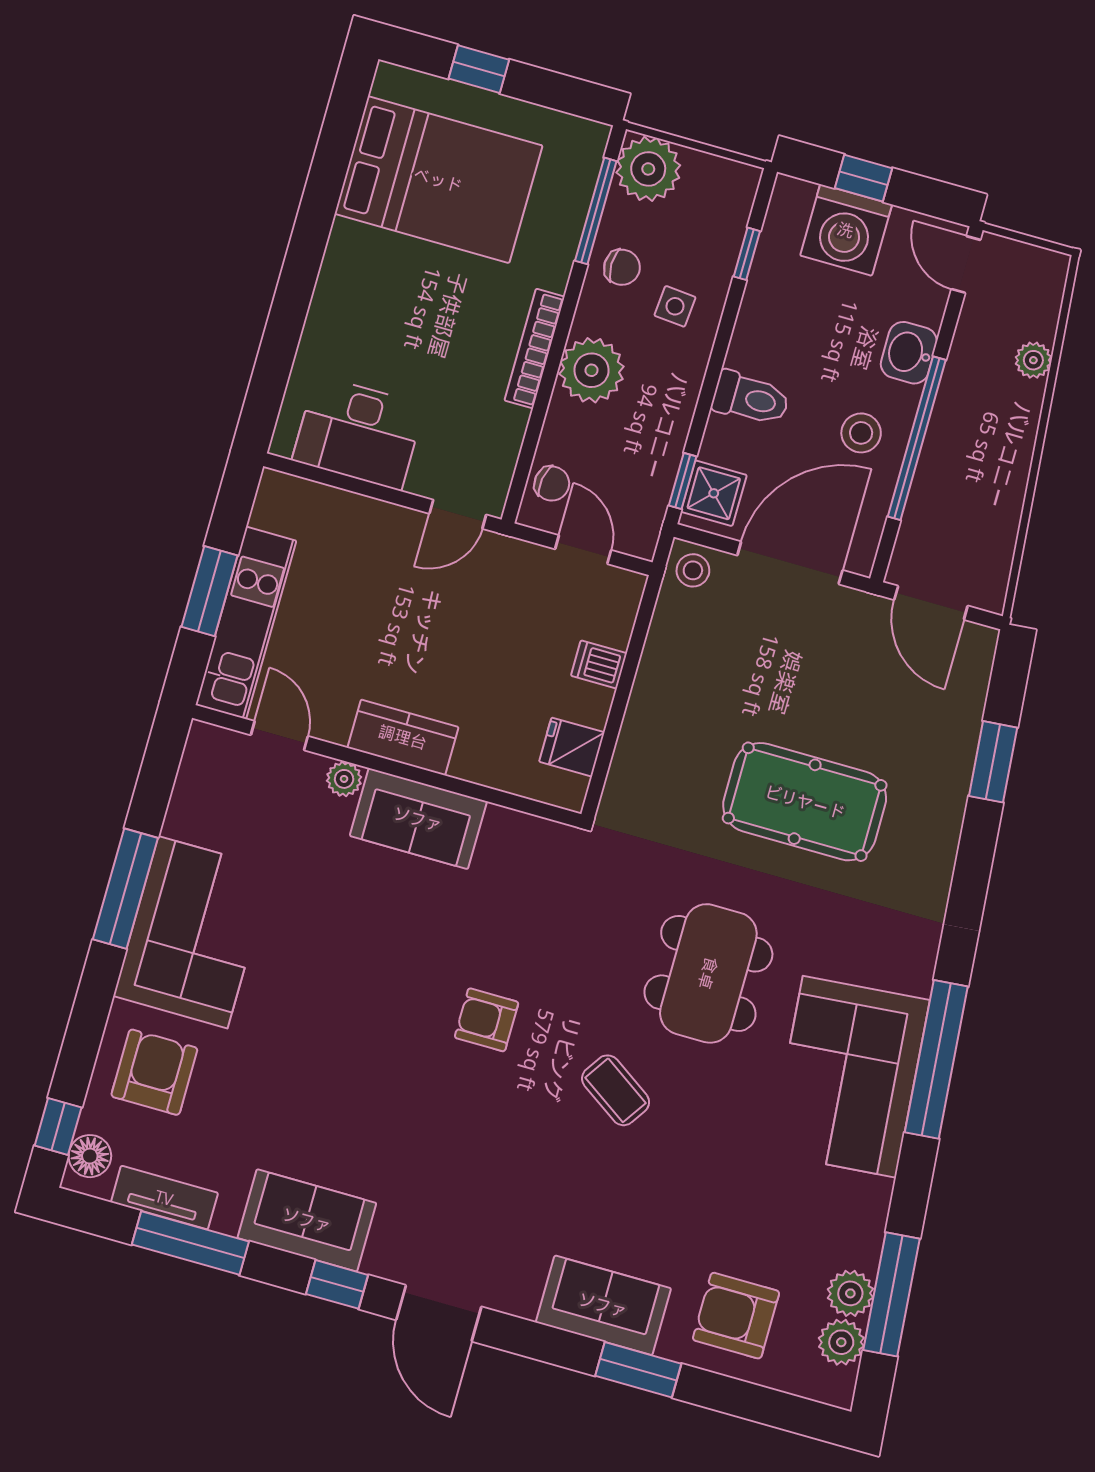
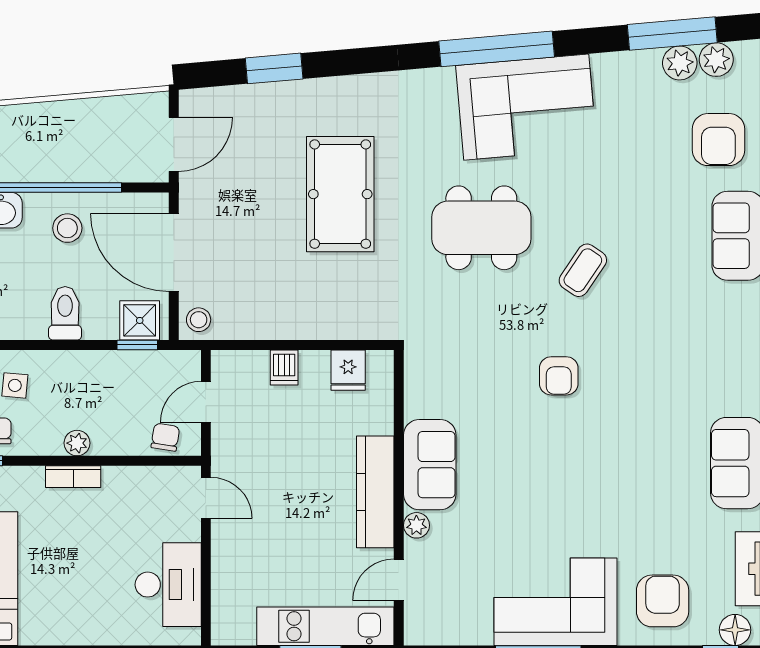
bookcase: (535, 349) -> (73, 477), width x0.64
plant: (591, 370) -> (77, 443), width x0.53, depth x0.53
kitchen counter: (403, 737) -> (375, 492), width x1.50
armchair: (154, 1072) -> (663, 601), turned 90

